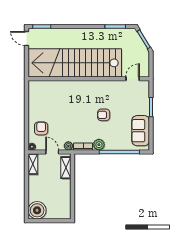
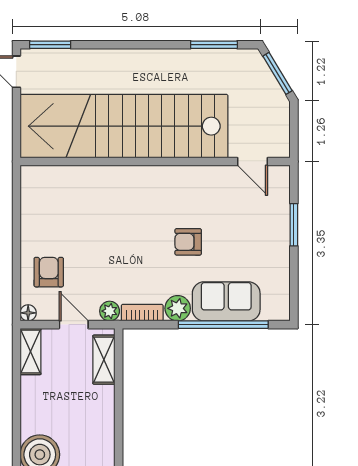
door: (133, 79) -> (252, 162), swing flipped
sofa: (141, 131) -> (226, 301), moved, turned 90

